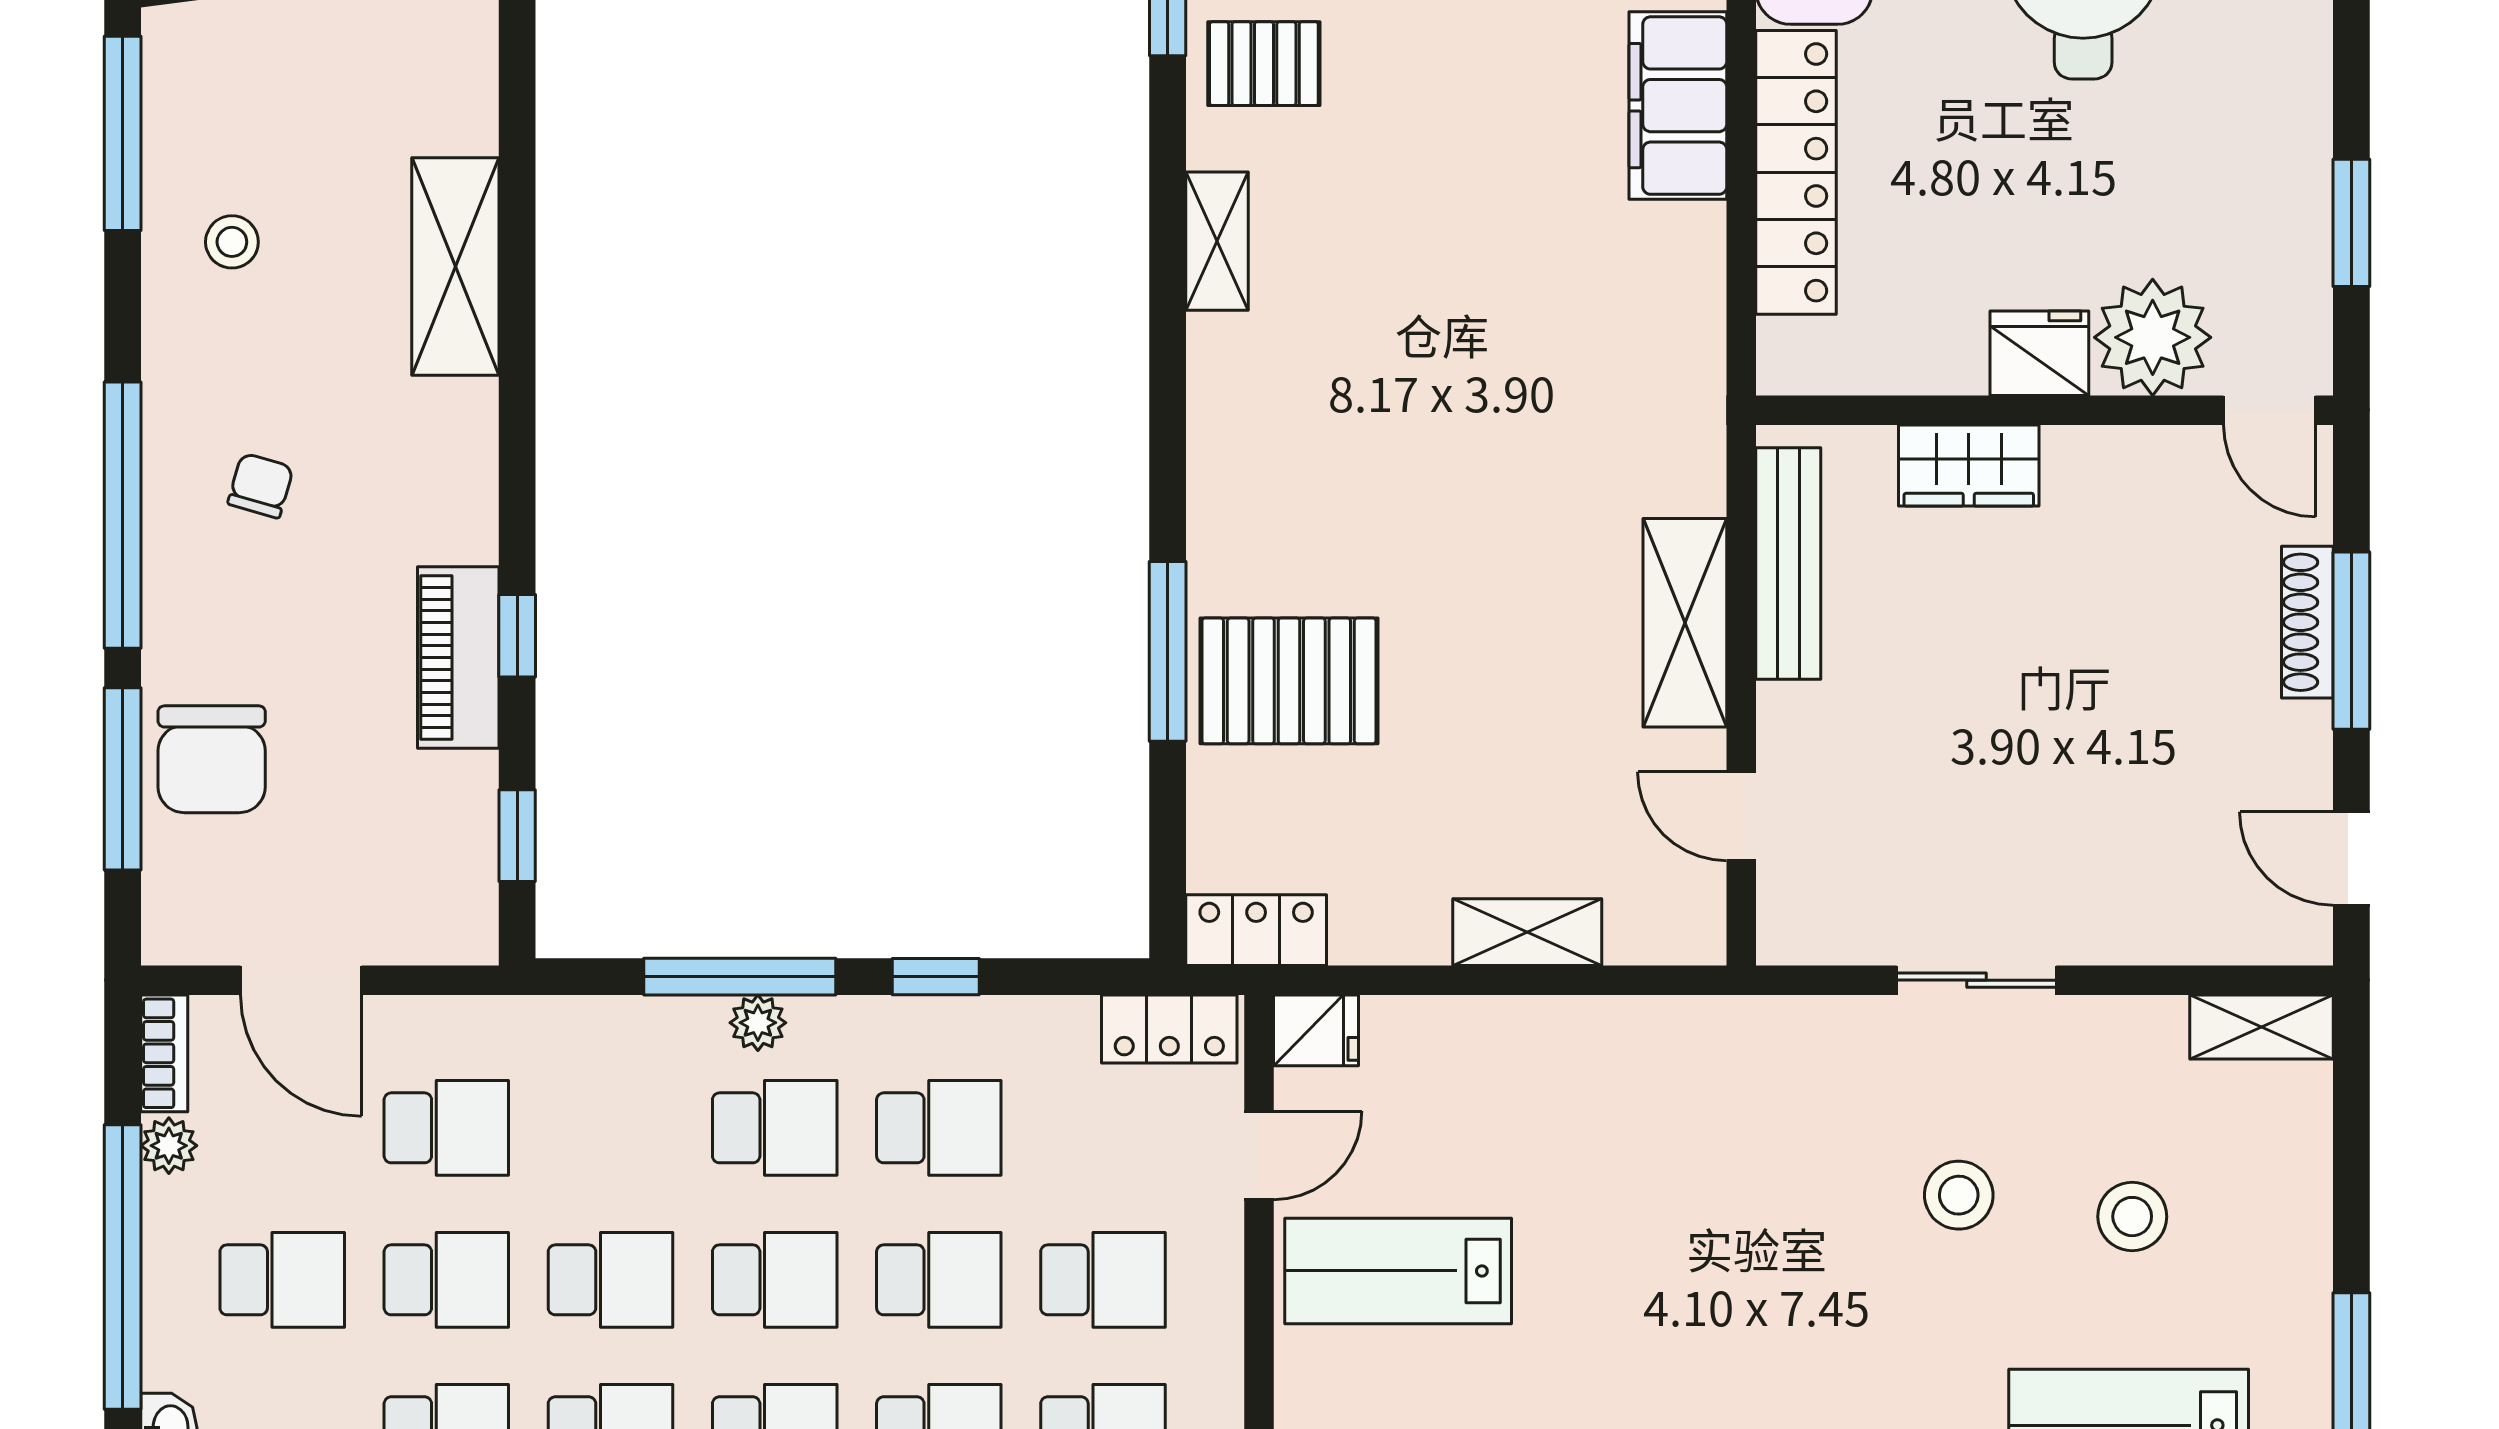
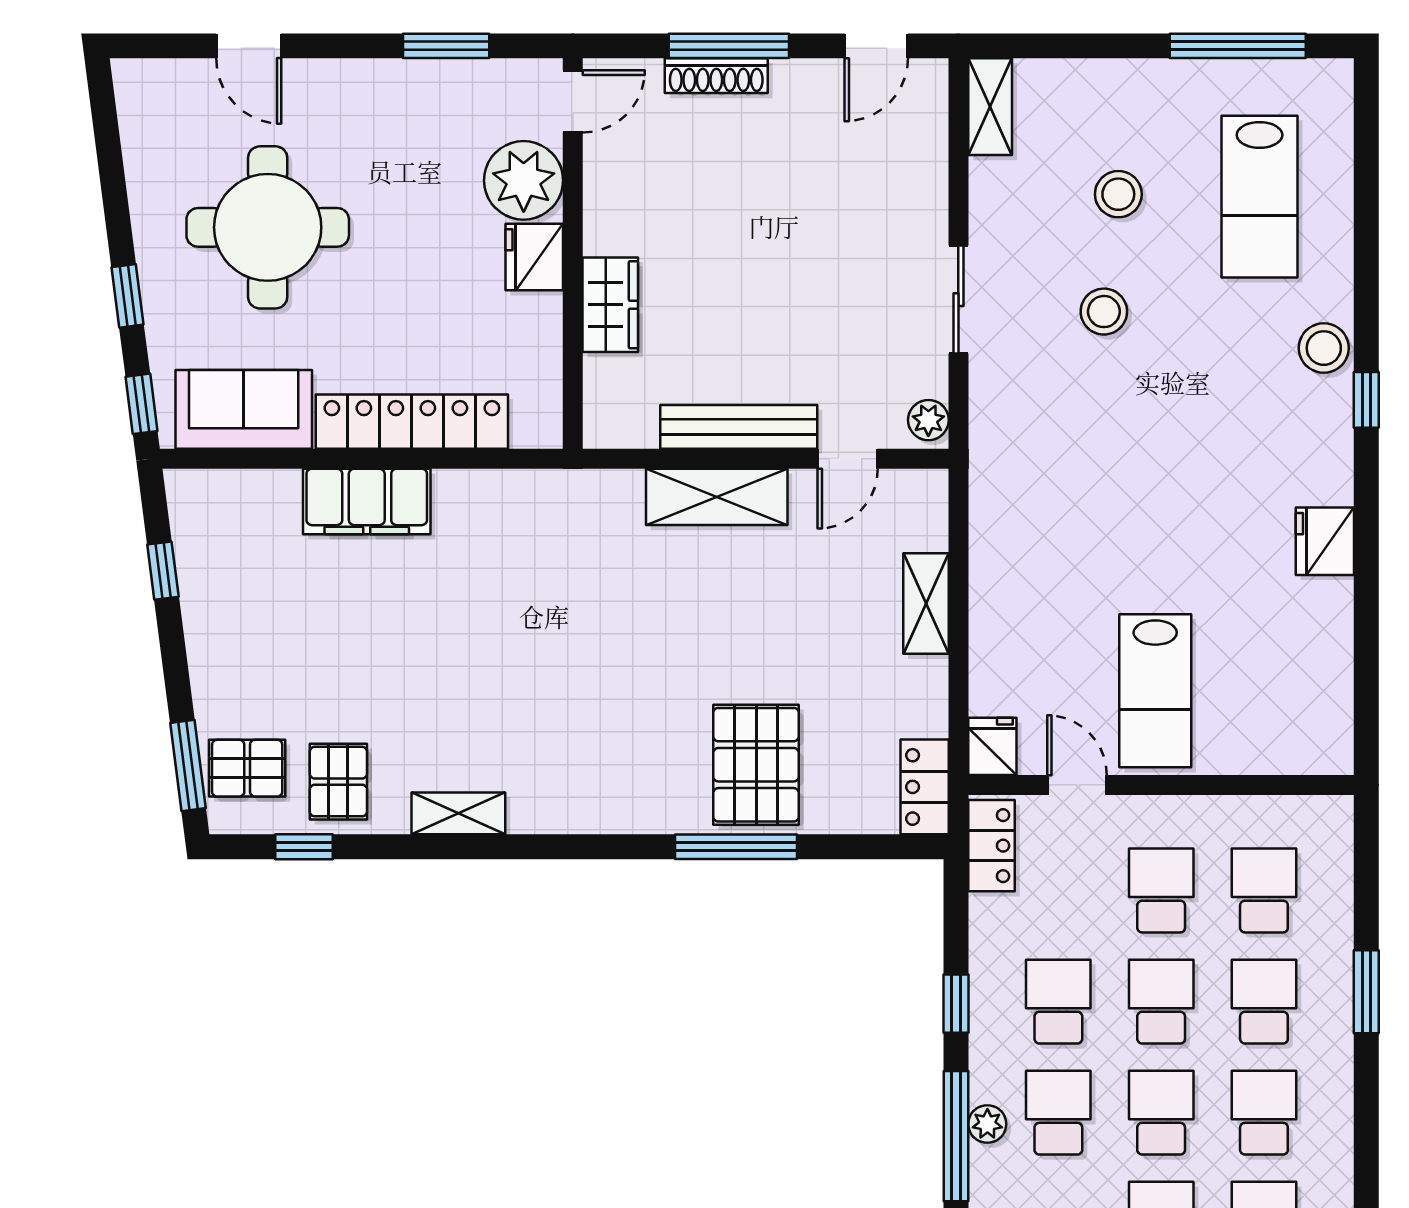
bench: (1788, 564) -> (739, 427), moved
plant: (1798, 936) -> (928, 420), added

